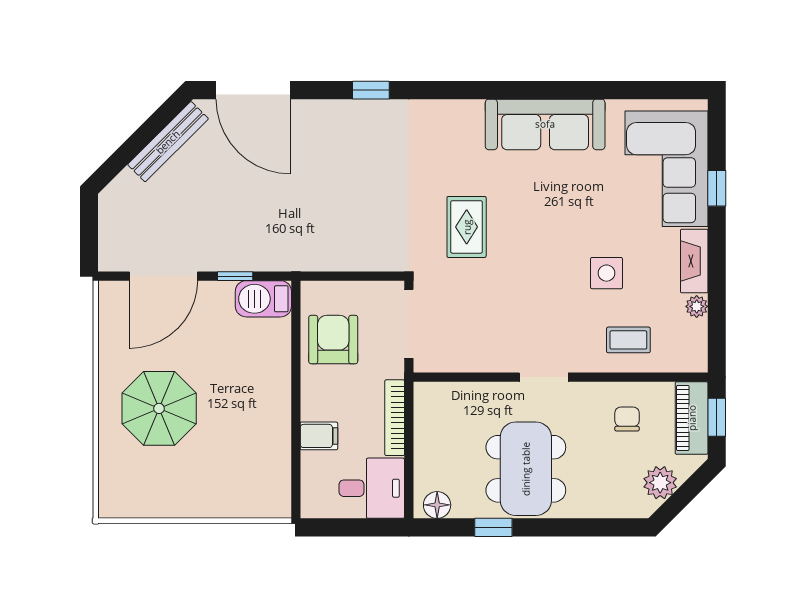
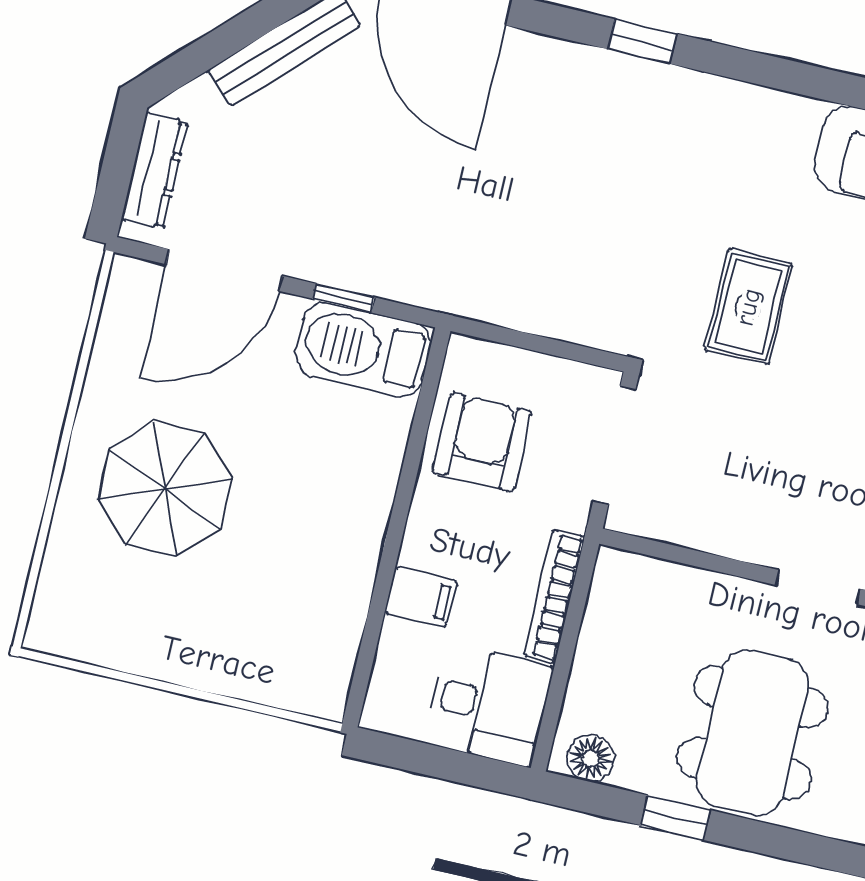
dresser: (111, 229) -> (155, 171), added
barbecue: (263, 299) -> (363, 349), width x1.37, depth x1.21

